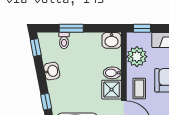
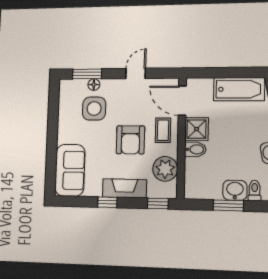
window: (71, 28) -> (228, 205), moved
washbasin: (112, 40) -> (235, 190), moved

